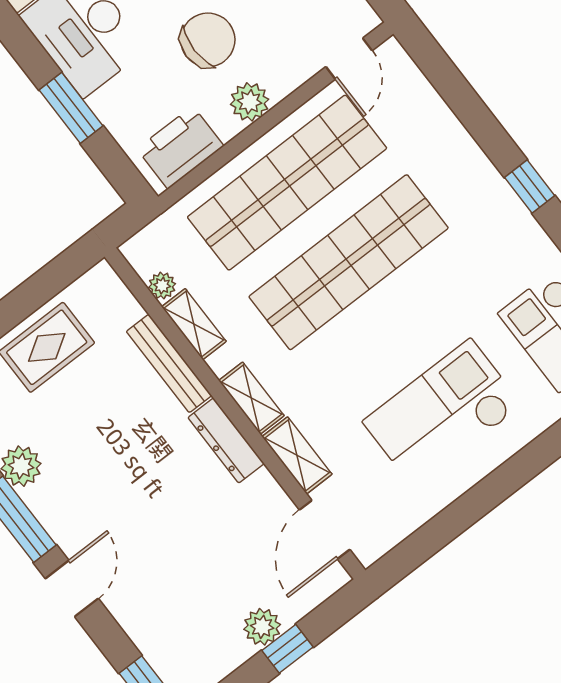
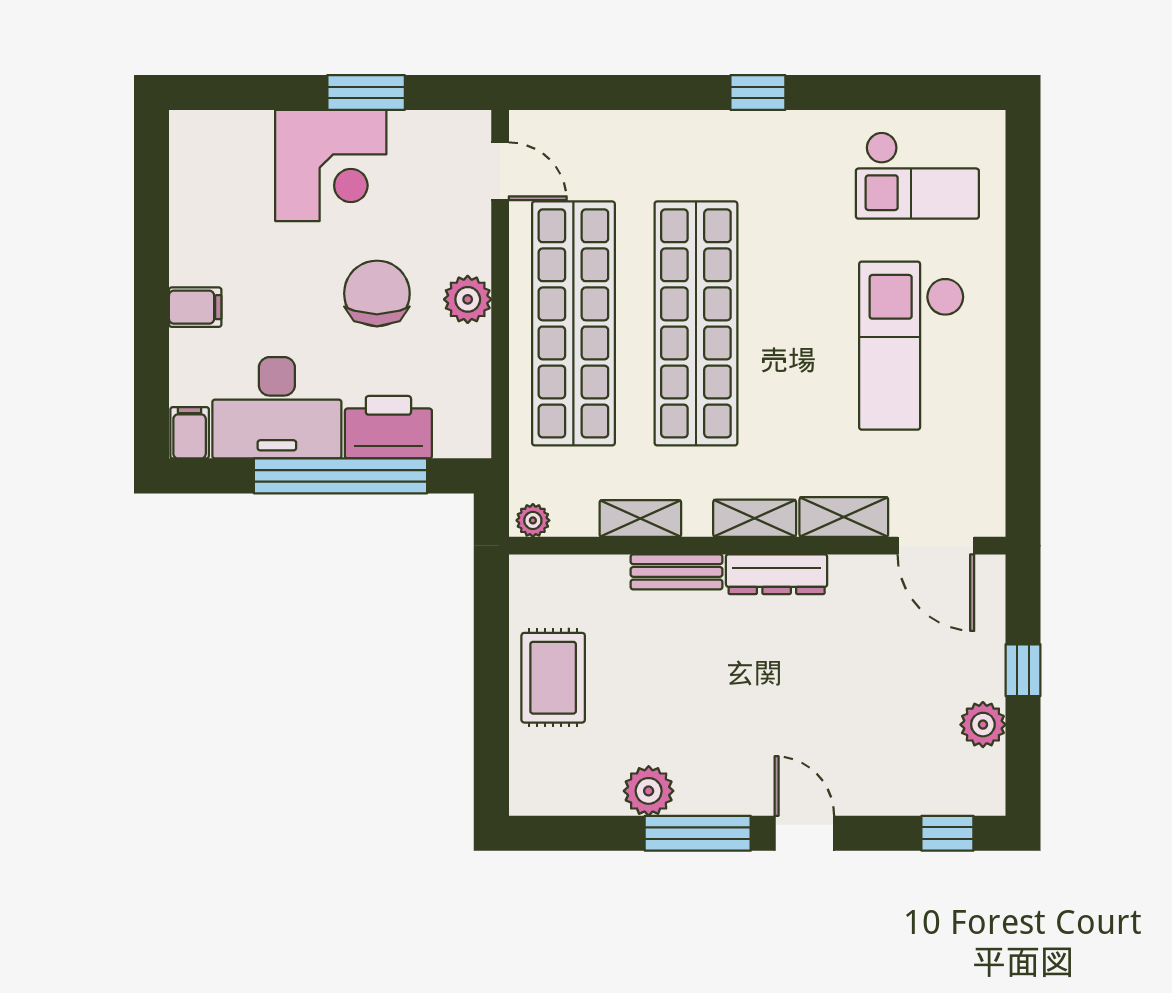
window: (71, 108) -> (341, 476), width x2.11
printer: (180, 148) -> (388, 427), moved, turned 90
plant: (162, 286) -> (533, 520), moved
bench: (169, 363) -> (676, 572), width x0.73
plant: (262, 627) -> (983, 725), moved

